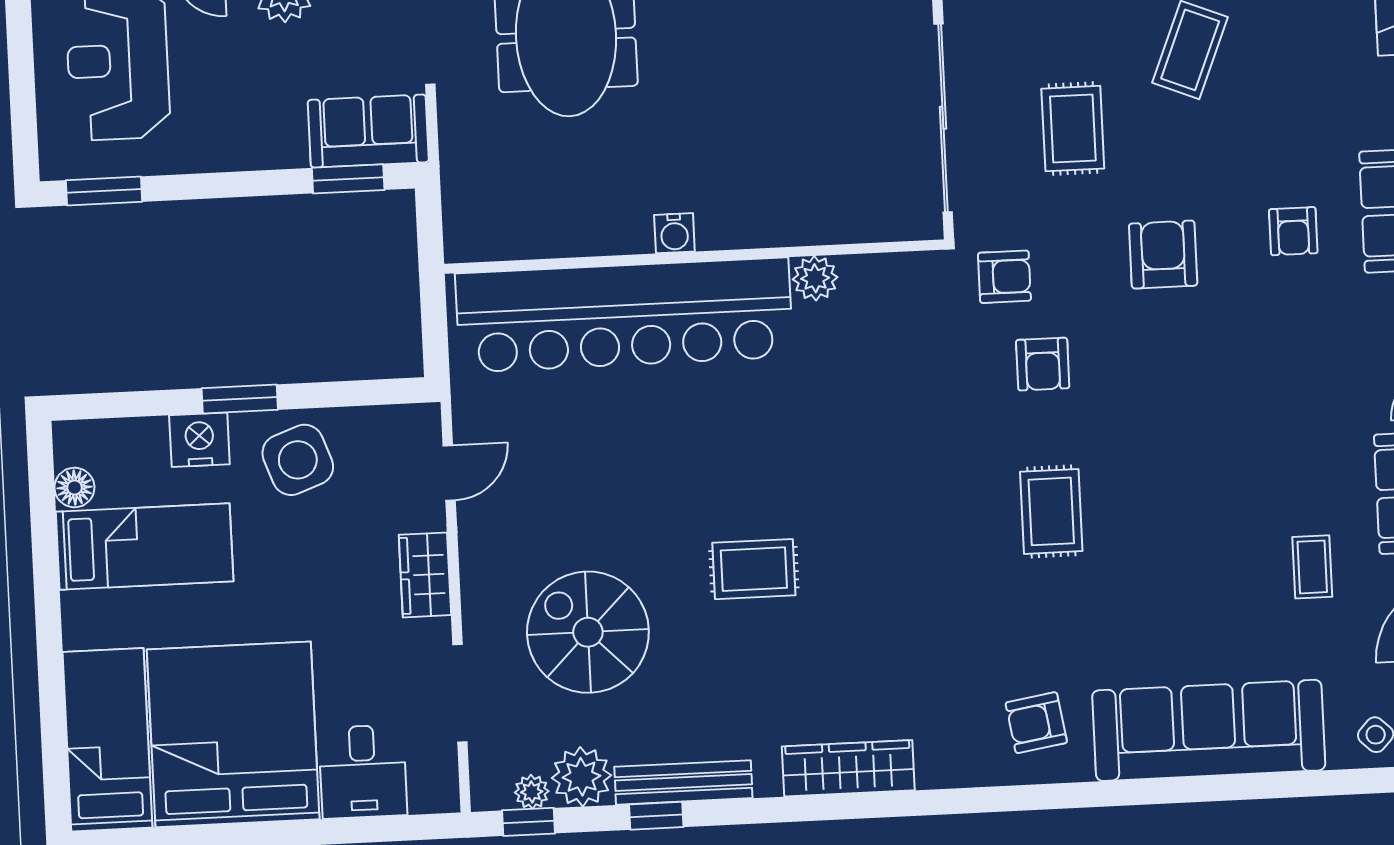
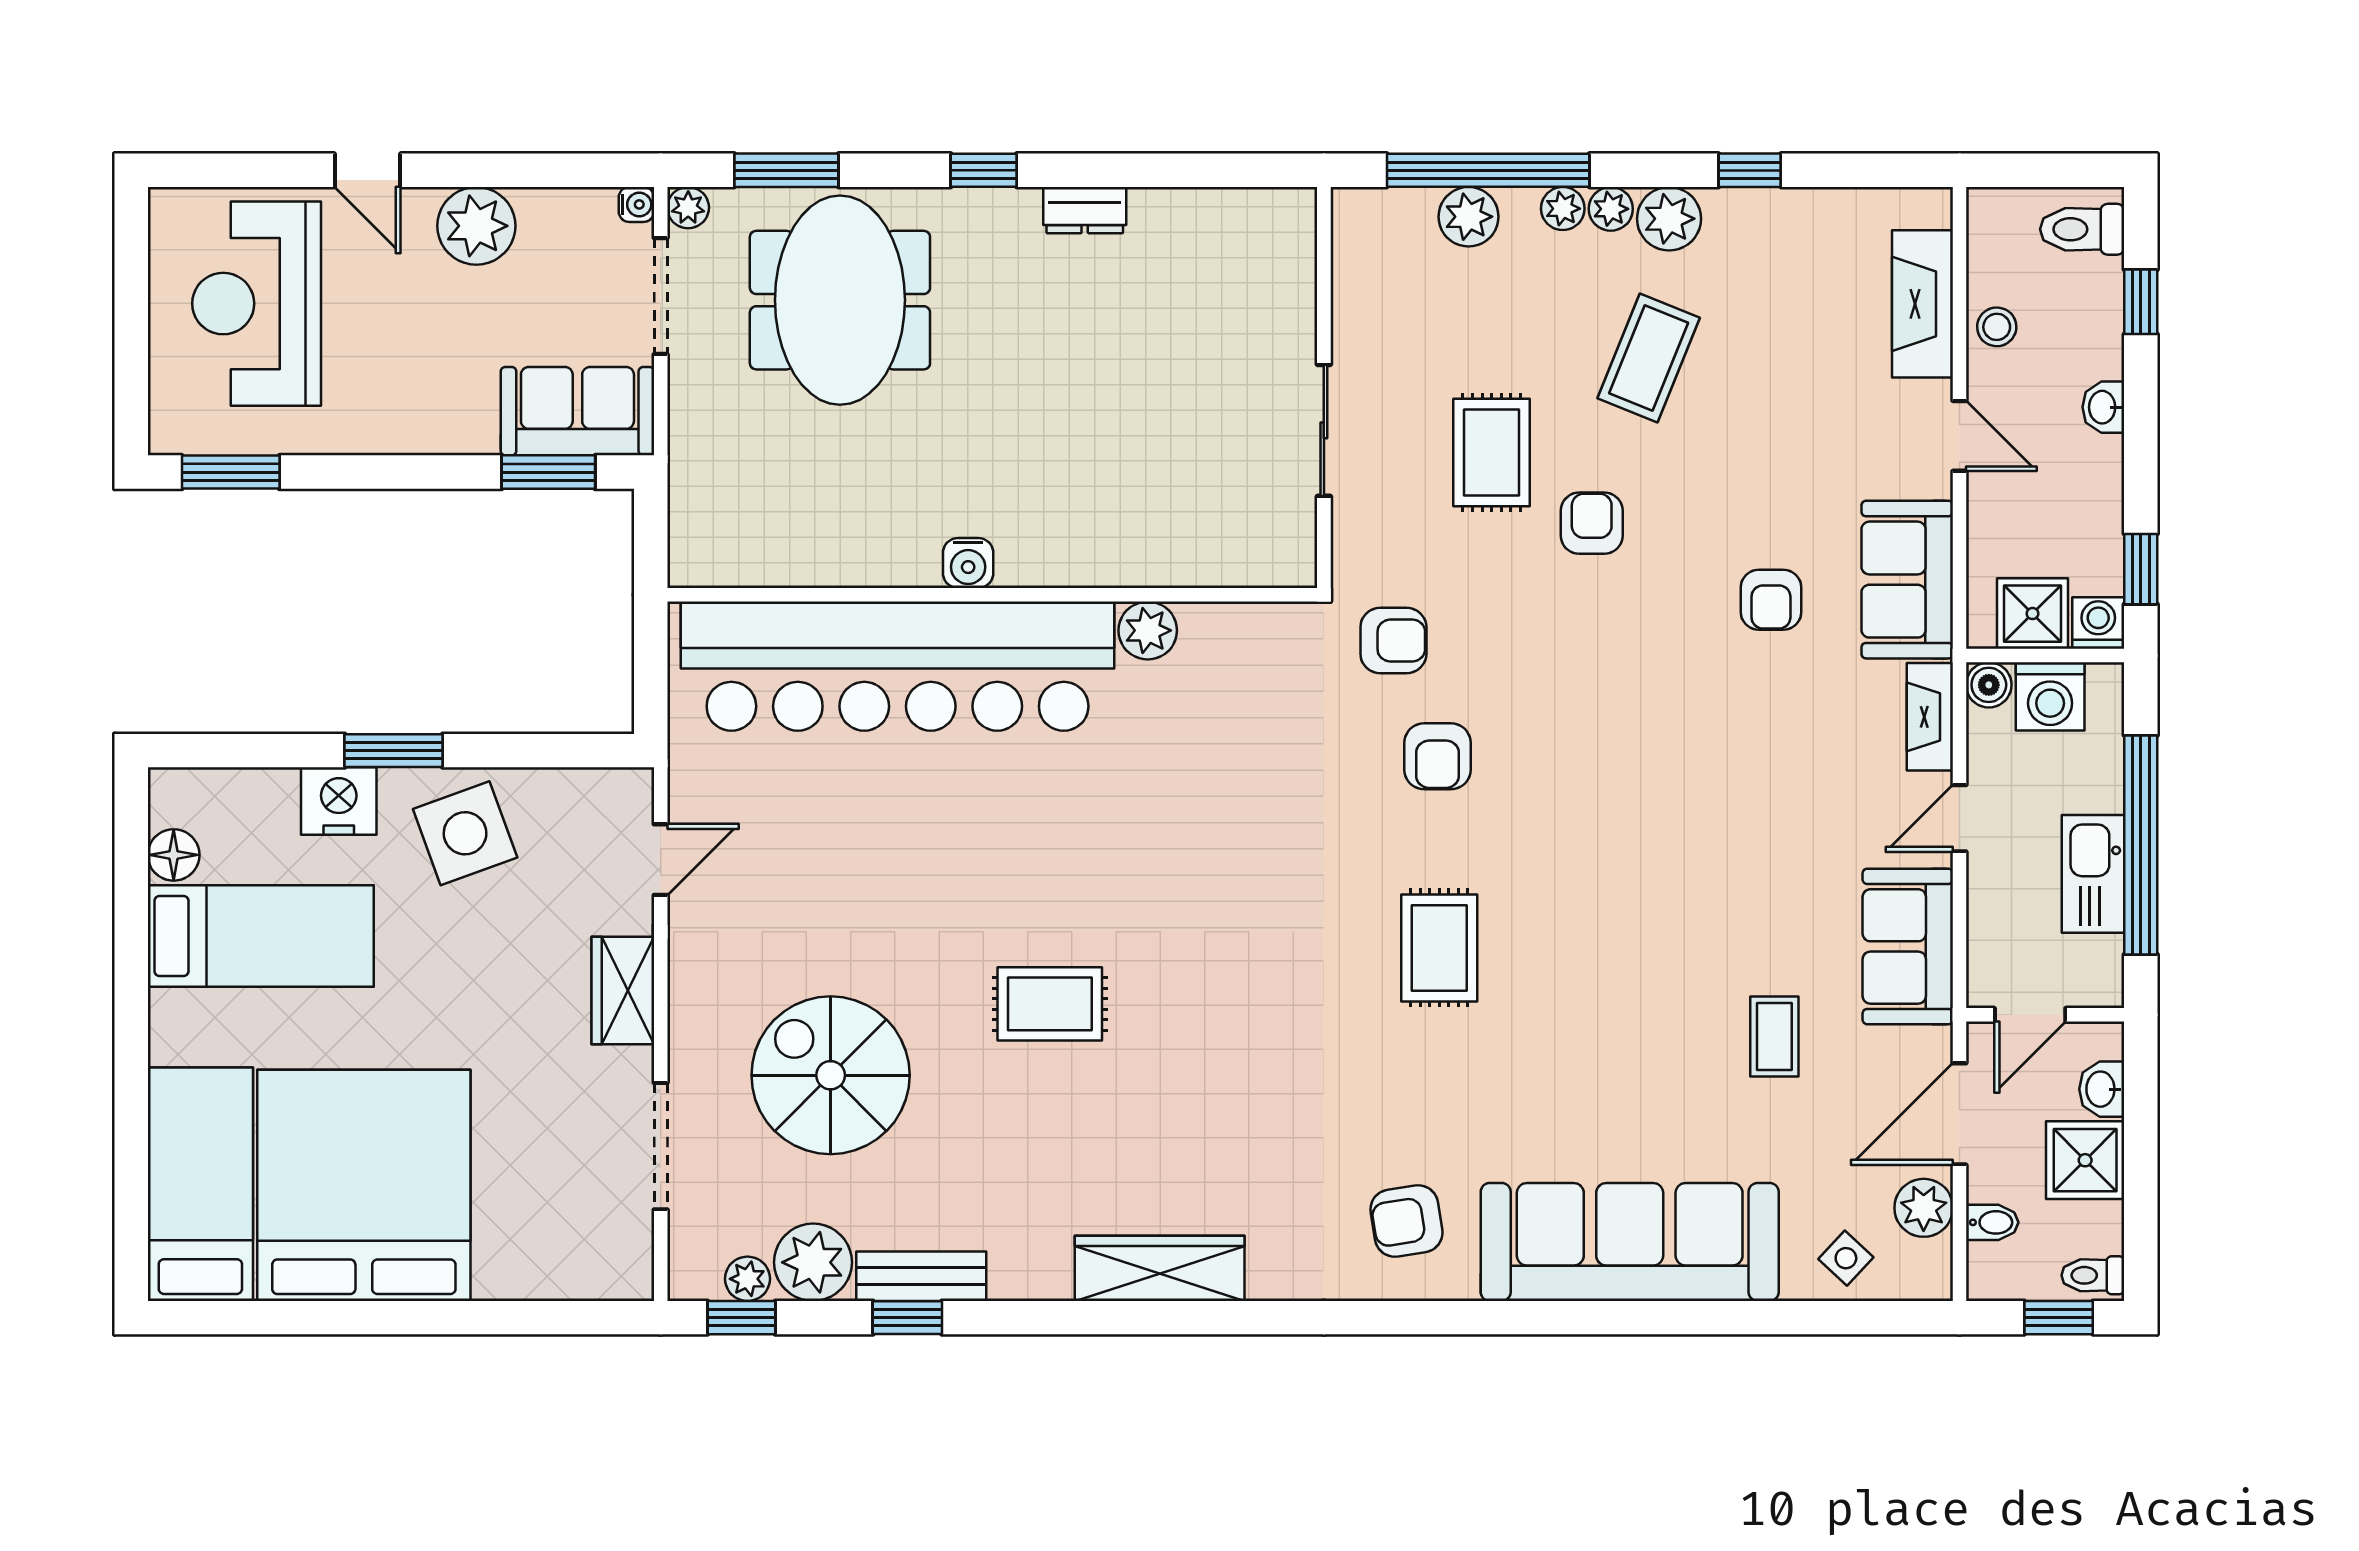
sliding door: (943, 118) -> (1324, 430), width x0.54
armchair: (1163, 255) -> (1592, 523), moved, width x0.72, depth x0.72
desk: (363, 772) -> (530, 1242), removed
bench: (683, 782) -> (921, 1276), width x0.73

